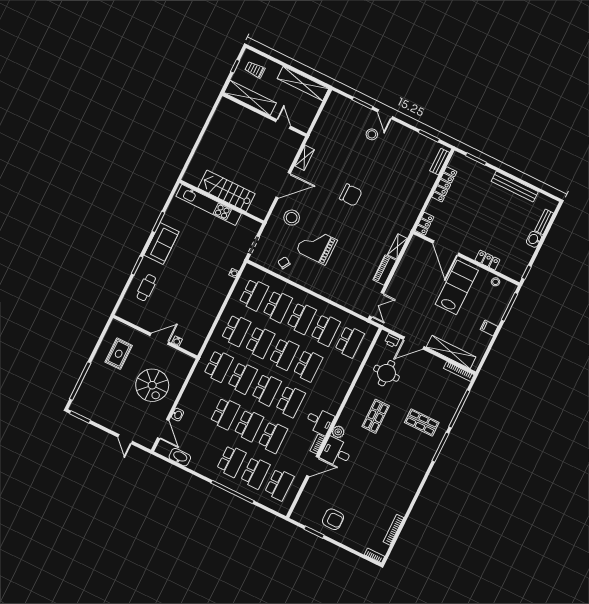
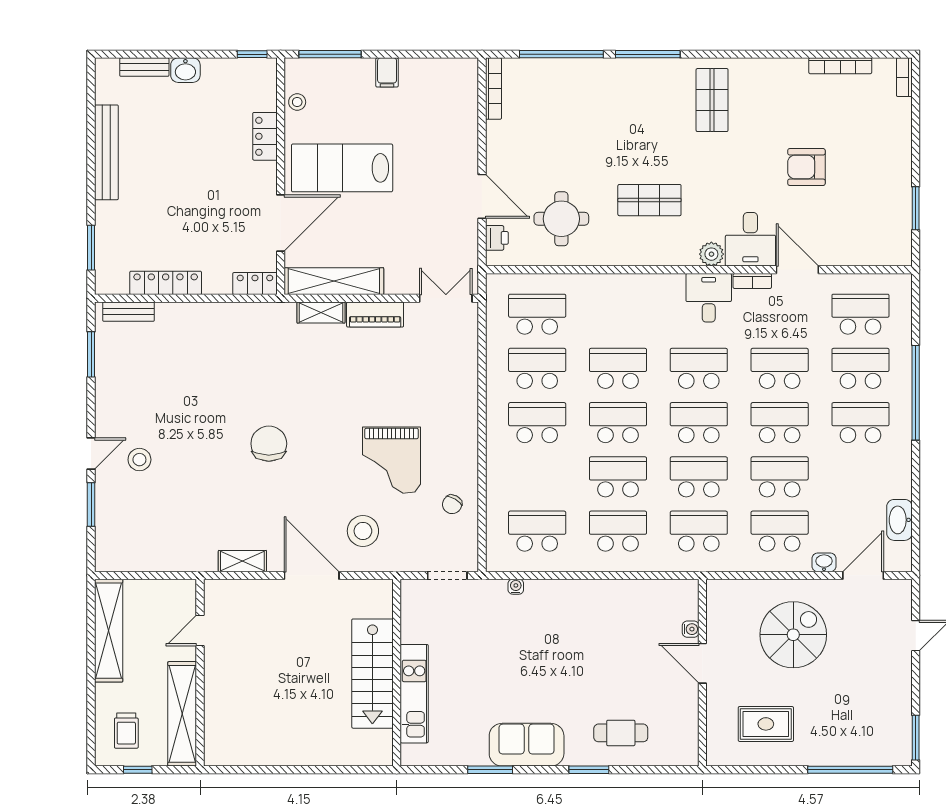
kitchen unit: (209, 205) -> (414, 694), width x0.73
school desk: (278, 306) -> (780, 531), moved
shelving: (451, 352) -> (334, 281), moved, turned 90
shop shelf: (422, 422) -> (712, 100), moved
armchair: (333, 519) -> (806, 167), moved, turned -90

